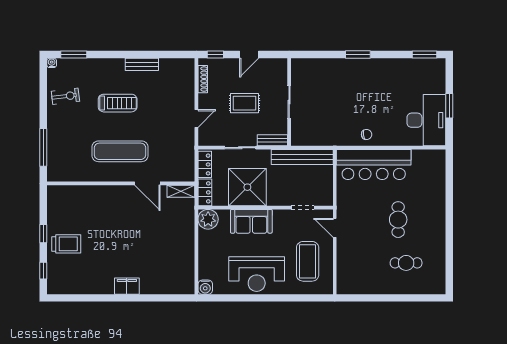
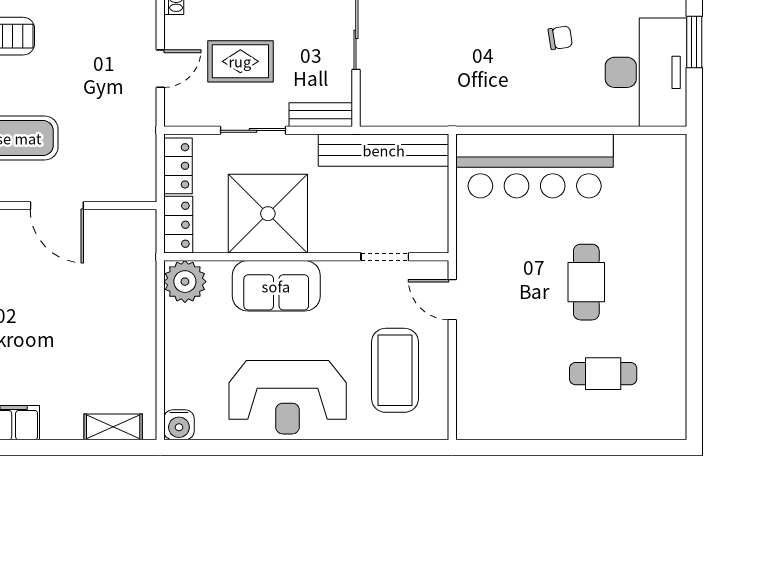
rug: (245, 103) -> (240, 61), moved
chair: (367, 134) -> (560, 38), moved
shelving: (181, 191) -> (113, 427), moved

